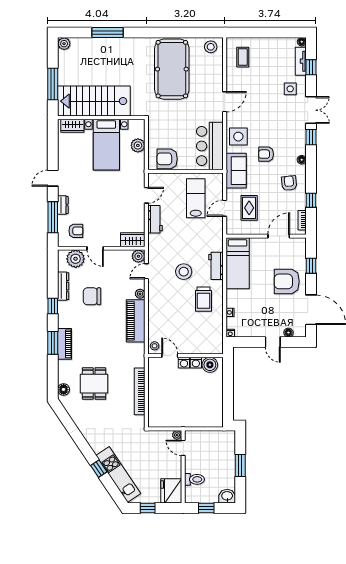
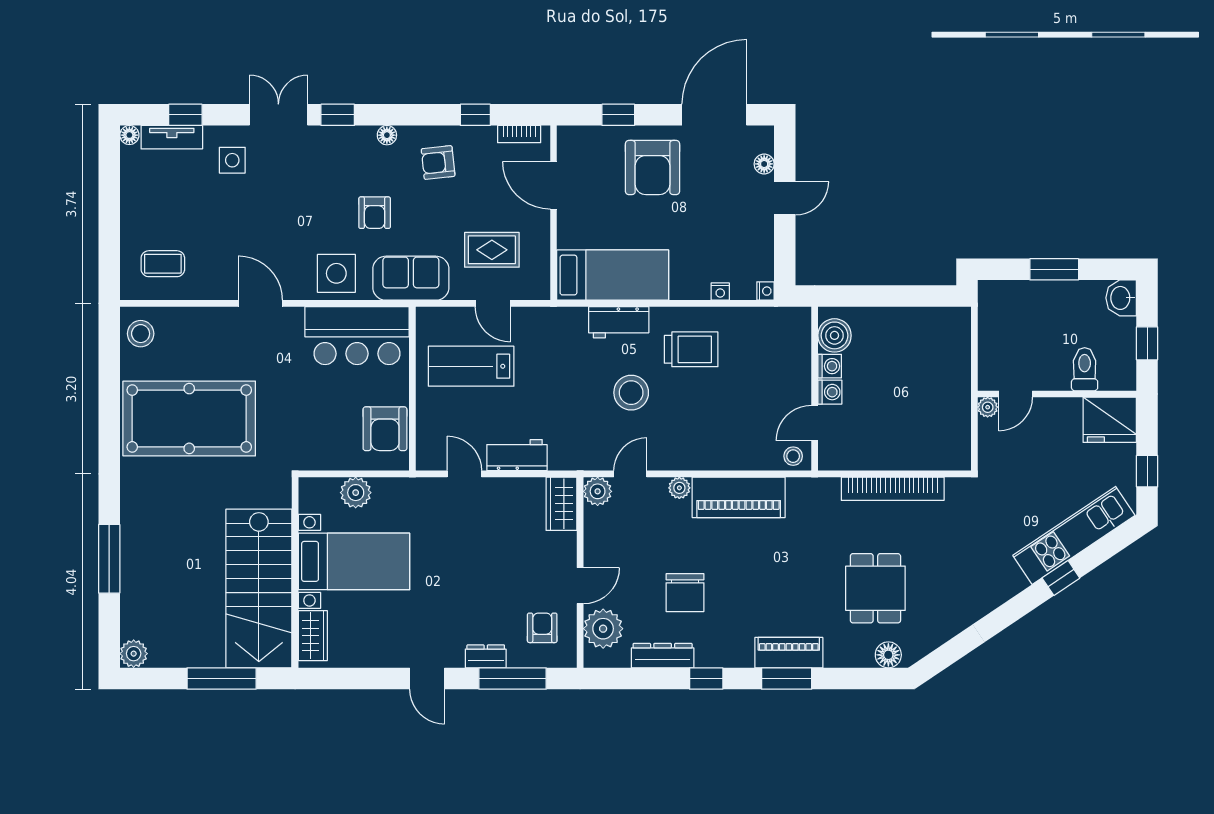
door: (146, 271) -> (630, 474), swing flipped
dining table: (94, 384) -> (875, 588), turned 90

